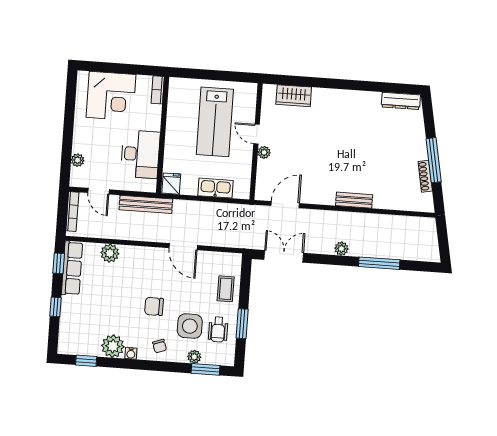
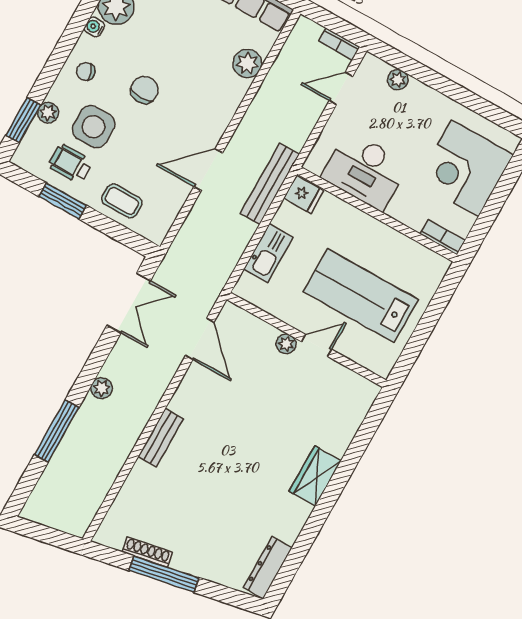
wardrobe: (294, 96) -> (315, 476), moved
bench: (146, 204) -> (270, 184), moved
bookcase: (72, 212) -> (339, 44), width x0.64

